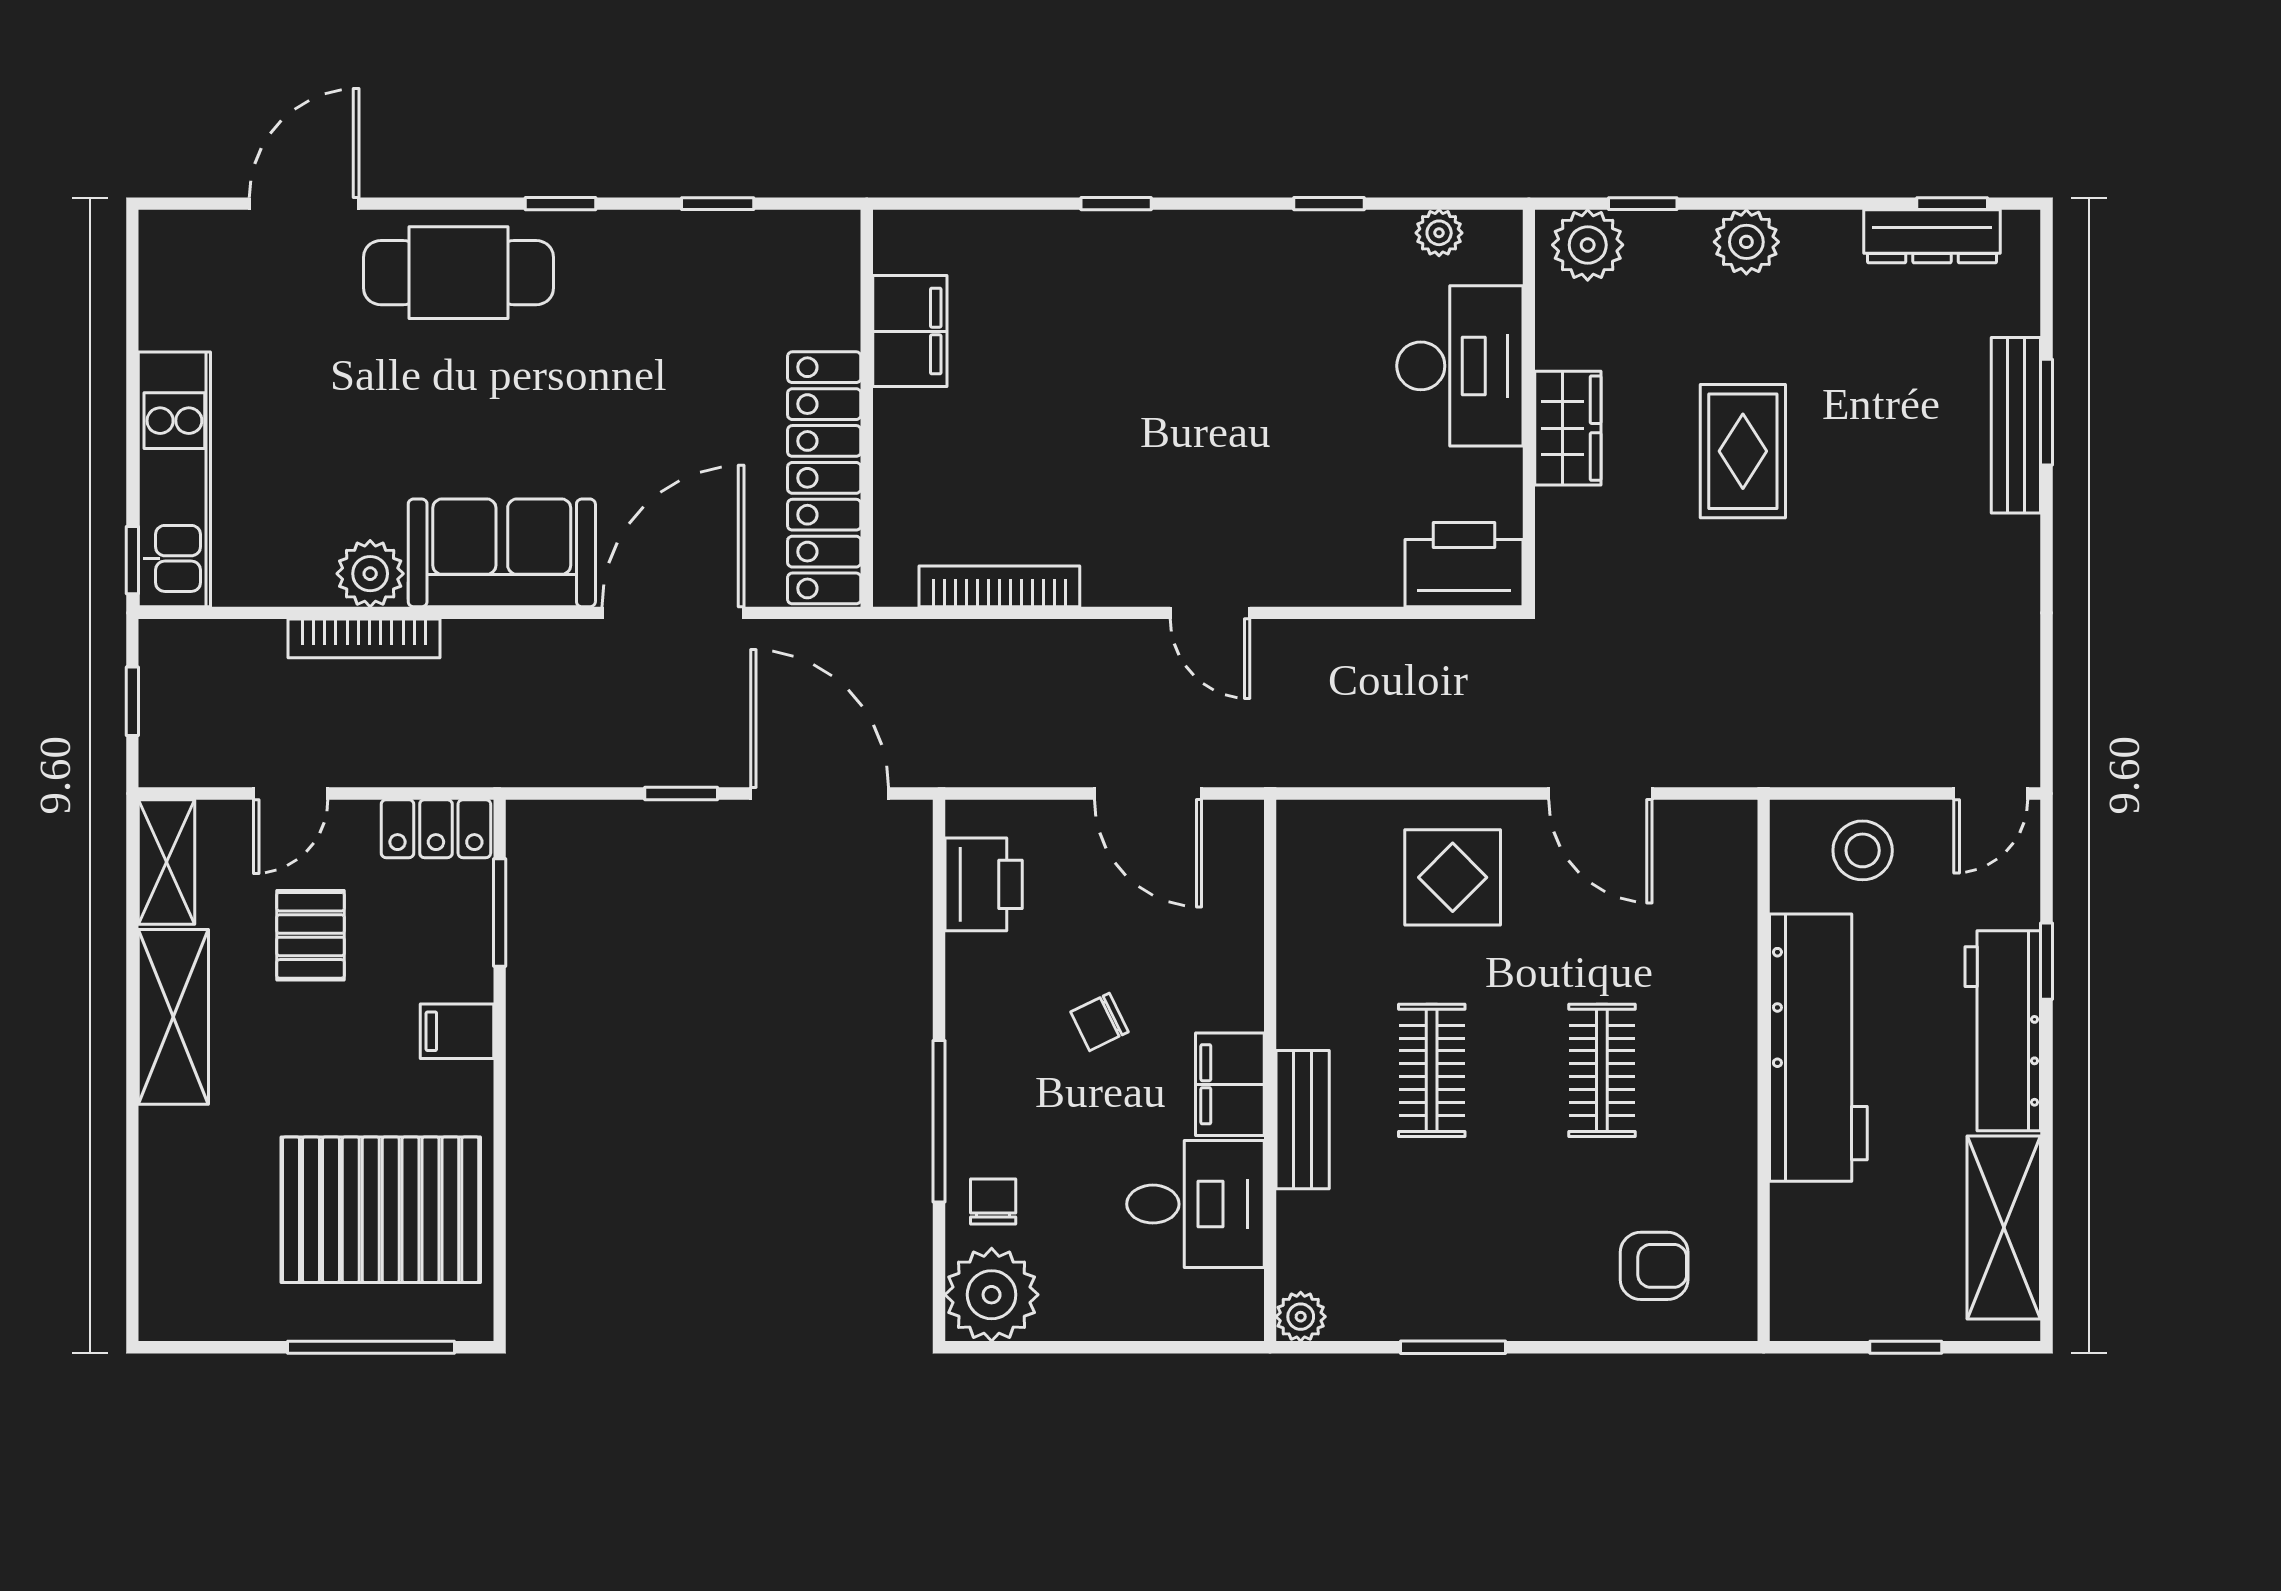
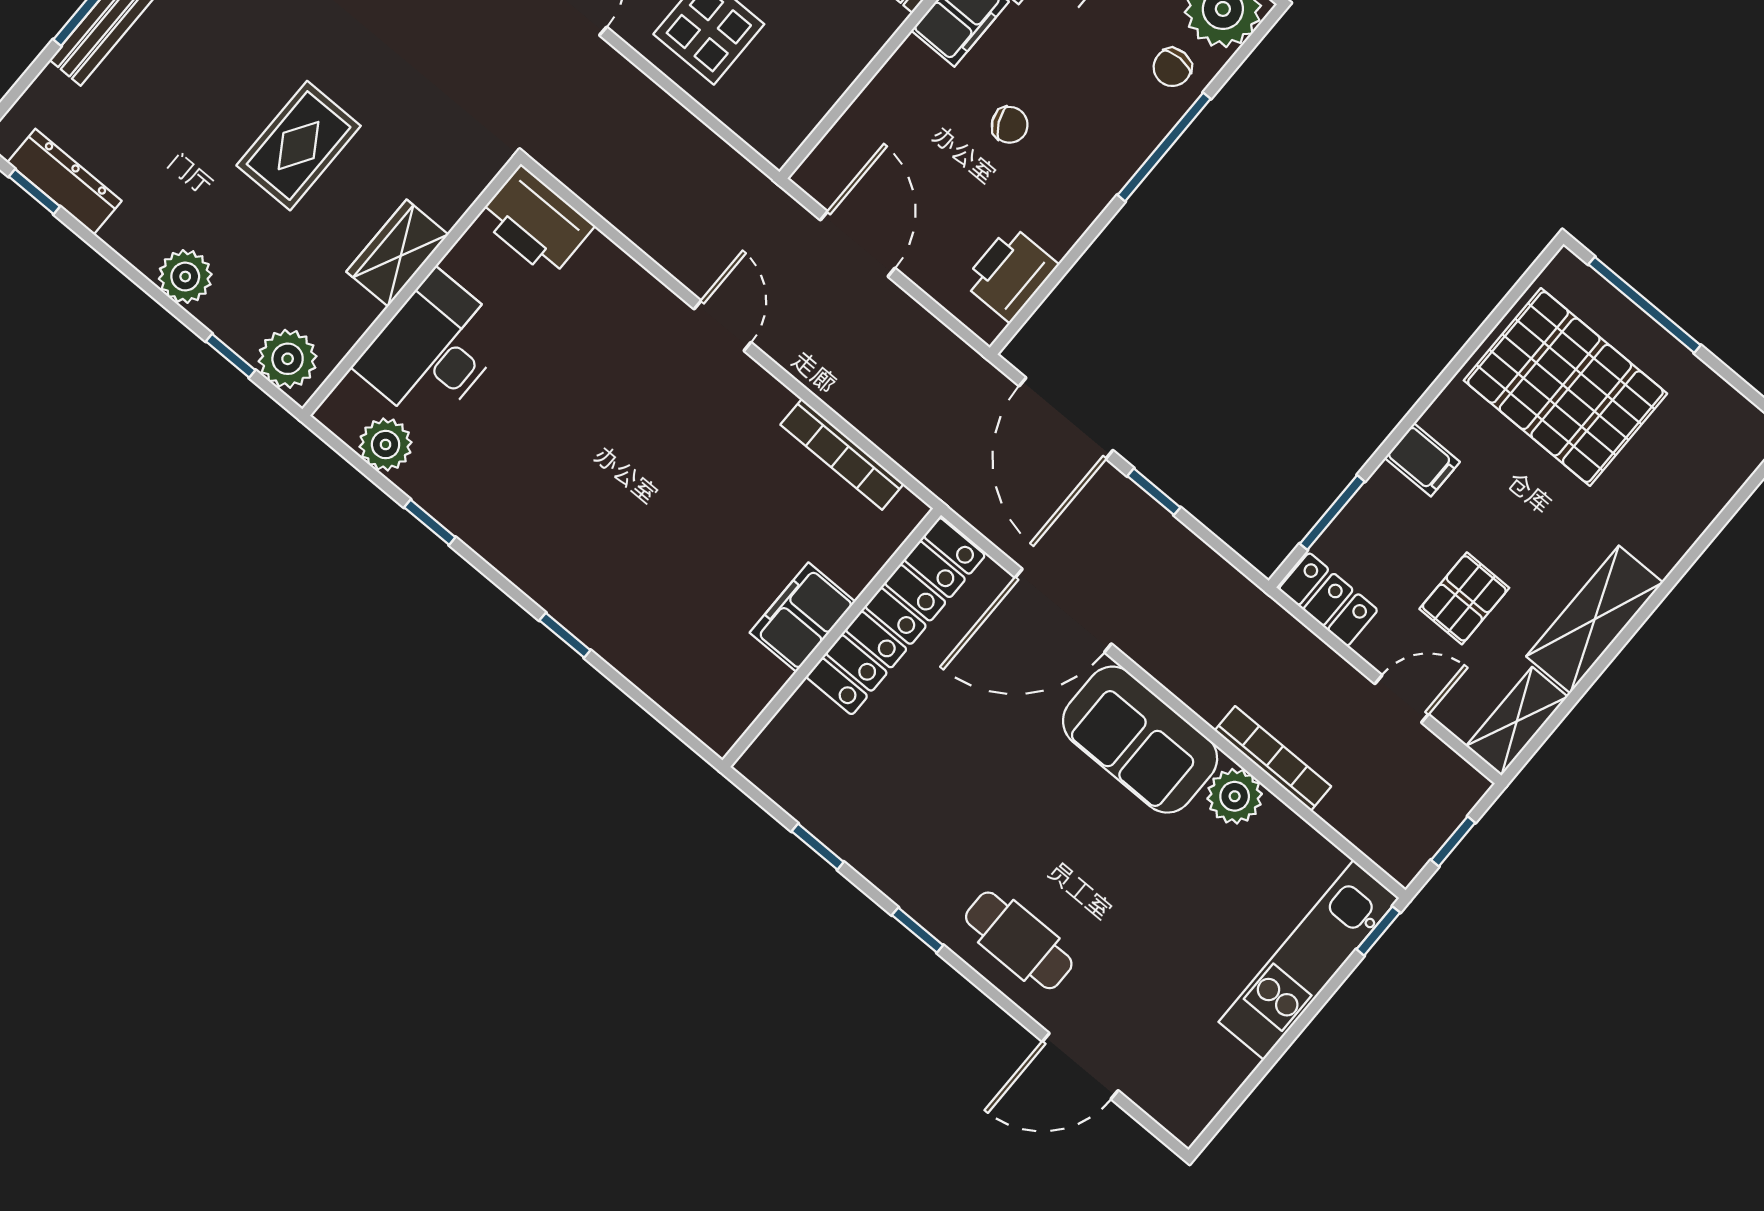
plant: (1439, 233) -> (386, 445), width x1.38, depth x1.38
cafe table: (459, 273) -> (1019, 940), width x0.73, depth x0.74
filing cabinet: (910, 331) -> (802, 617), moved

